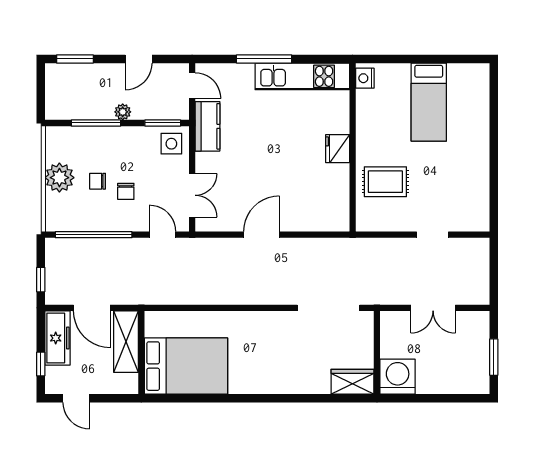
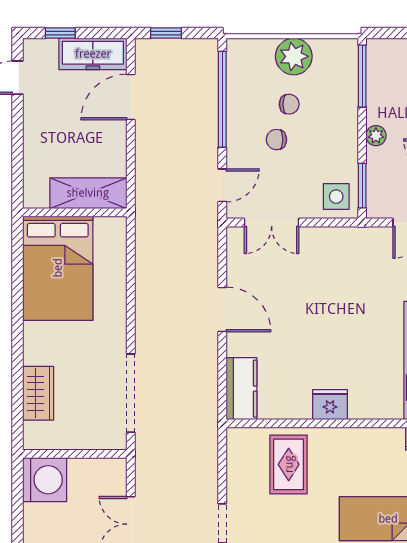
window: (96, 123) -> (362, 76), moved
kitchen counter: (208, 126) -> (242, 389), moved, turned -90
chair: (98, 181) -> (289, 104), turned 90
shelving: (126, 342) -> (88, 193), moved
wall: (141, 352) -> (75, 212), moved
bed: (186, 366) -> (58, 268), moved
wardrobe: (352, 382) -> (38, 393), moved

